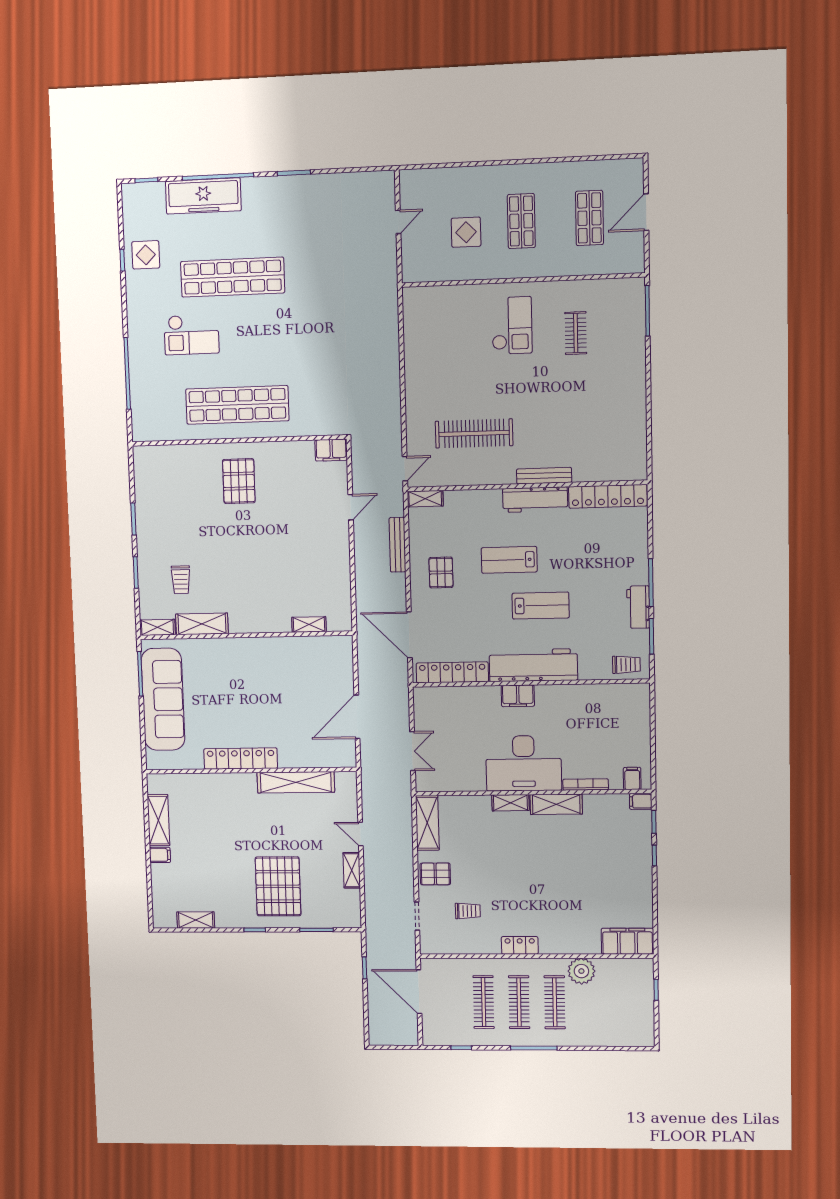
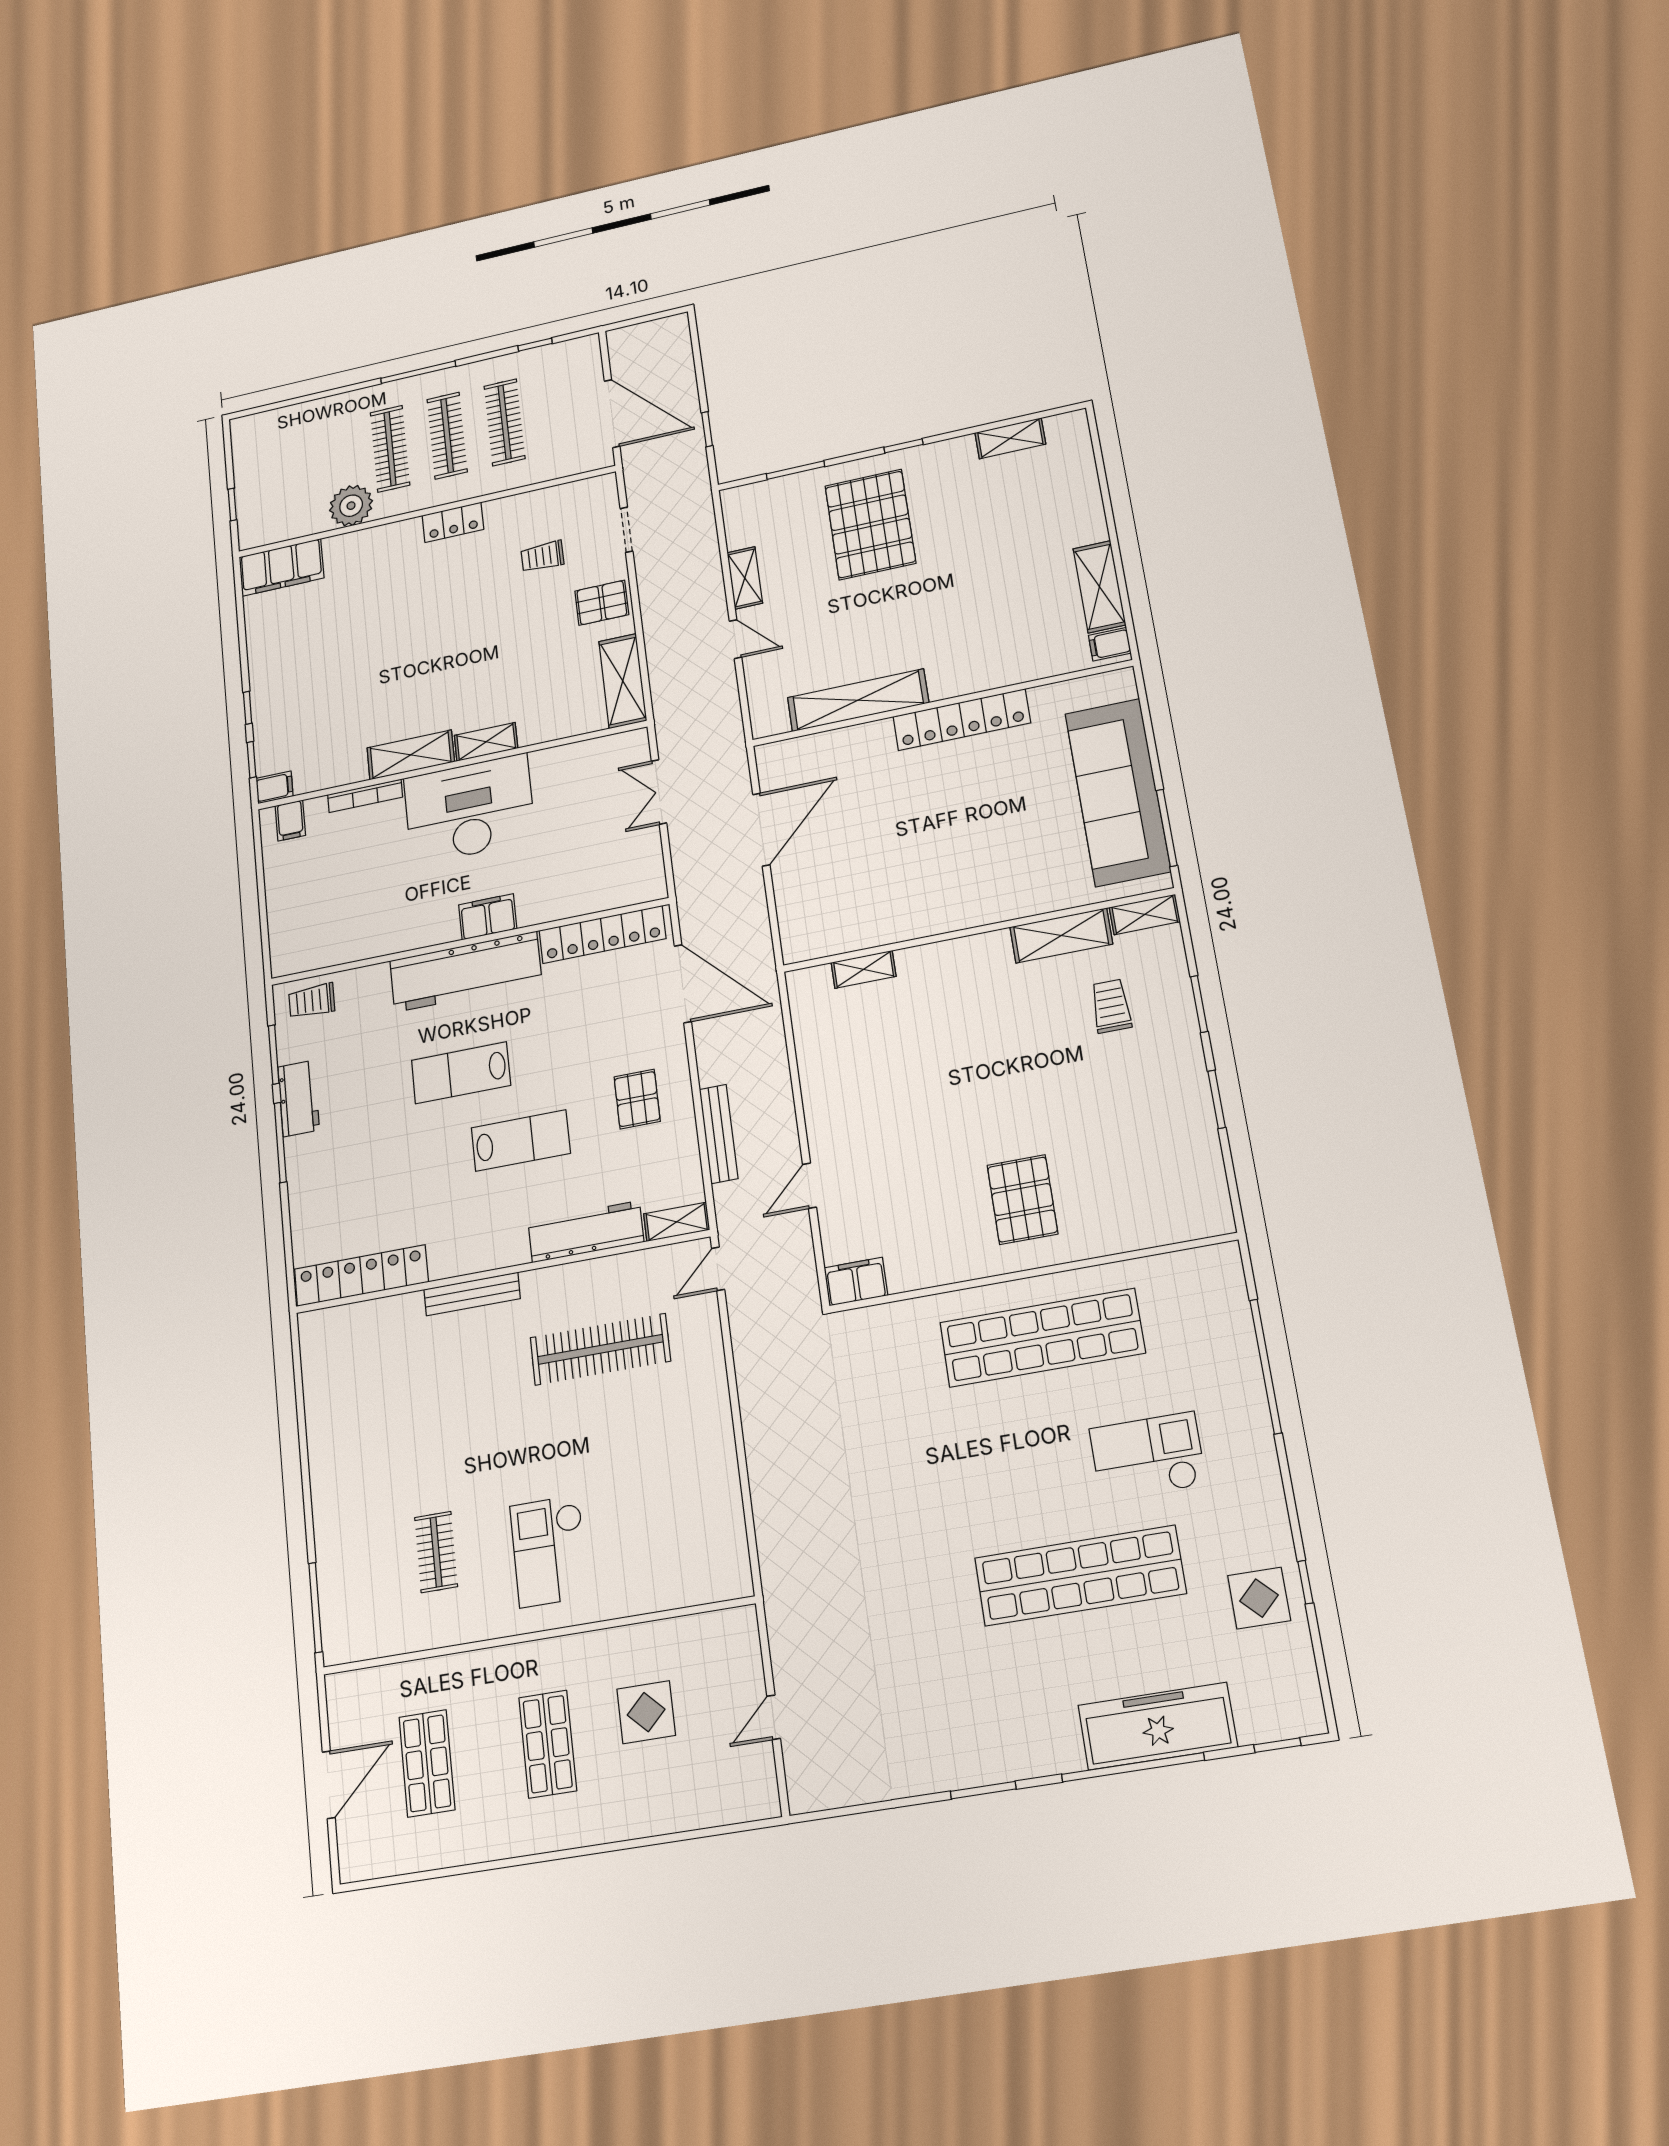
workbench: (535, 500) -> (586, 1232), moved
filing cabinet: (160, 855) -> (1110, 644), moved

